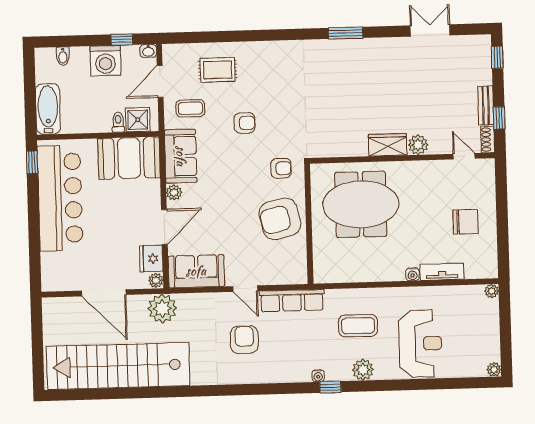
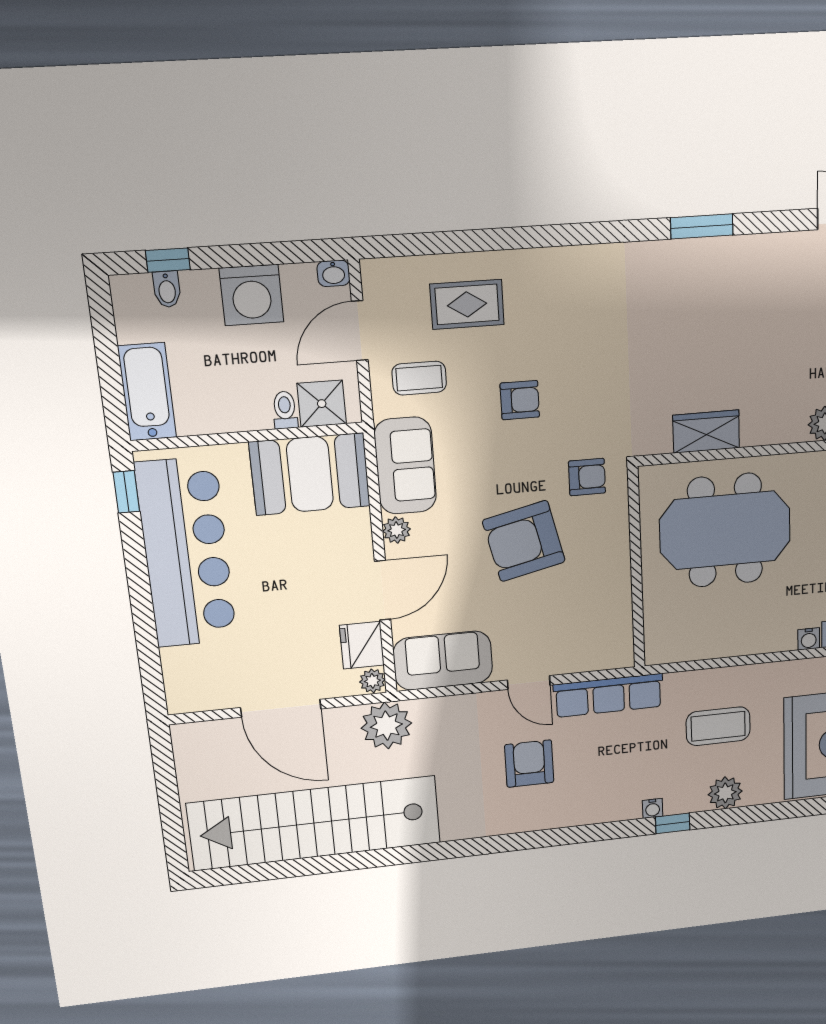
window: (122, 40) -> (168, 260), moved
wardrobe: (388, 145) -> (706, 432), moved
armchair: (280, 219) -> (524, 541), moved

